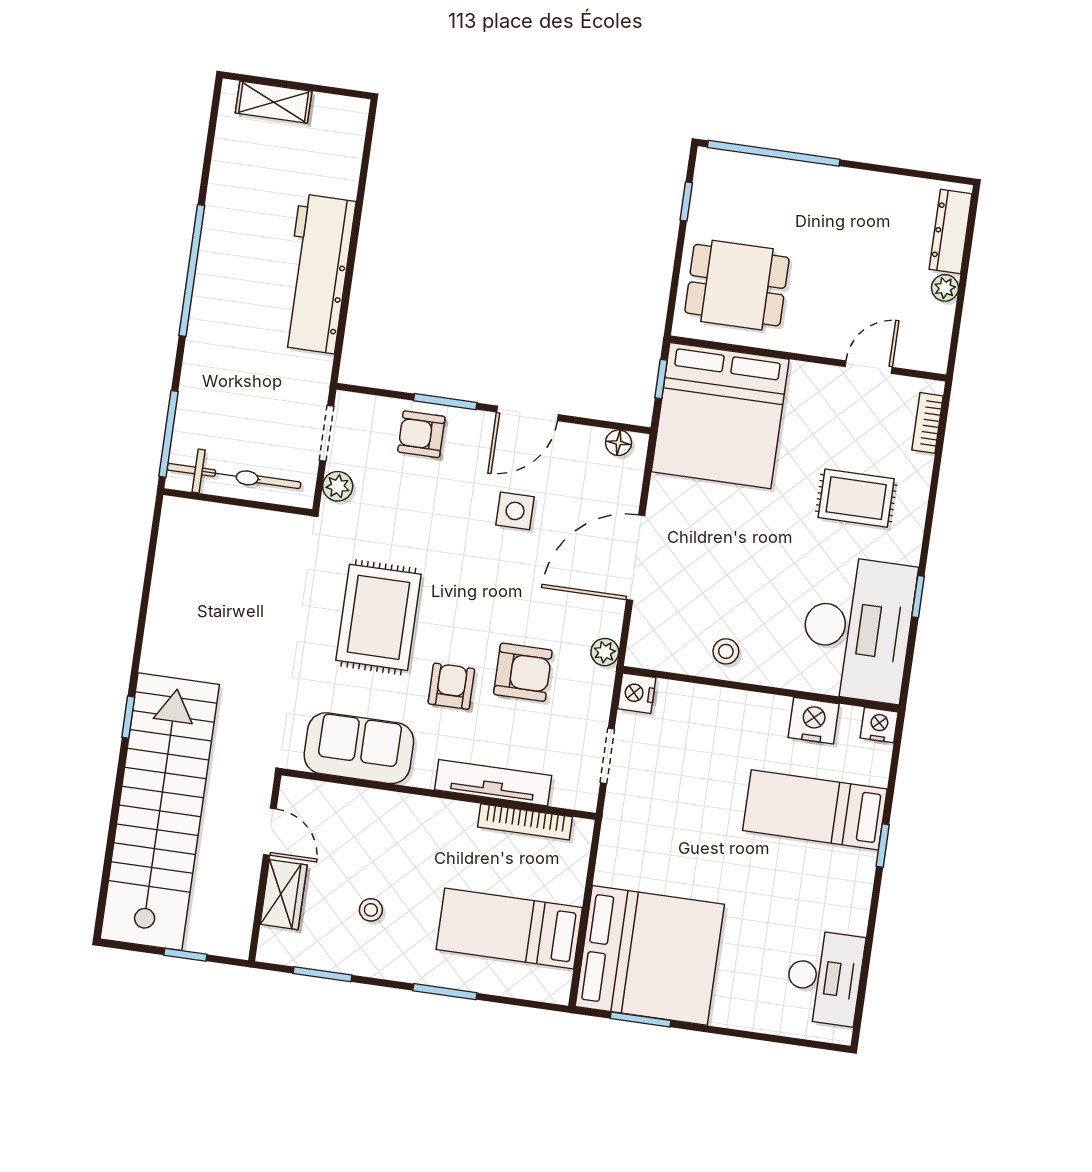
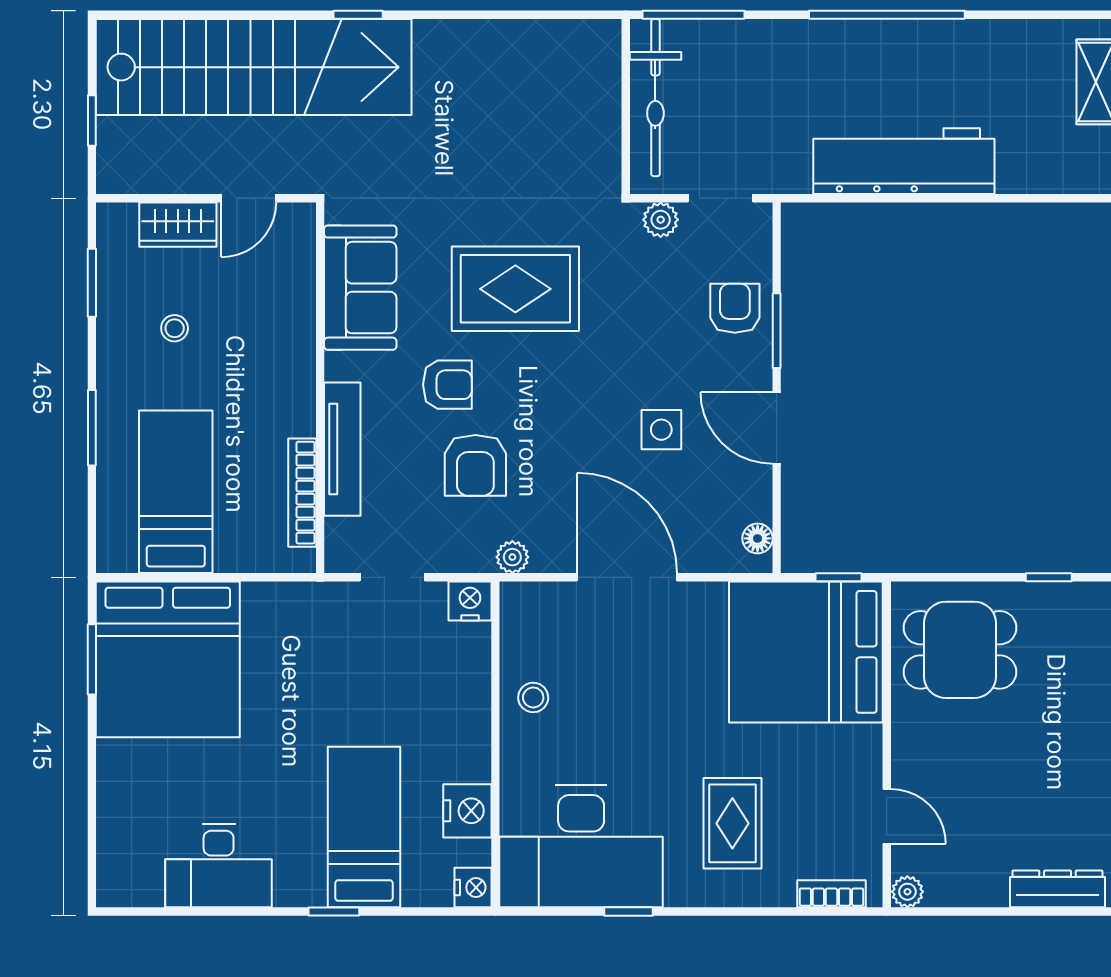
dining table: (737, 285) -> (960, 650), turned 90
plant: (945, 288) -> (907, 892), moved
desk: (824, 978) -> (219, 866), moved

